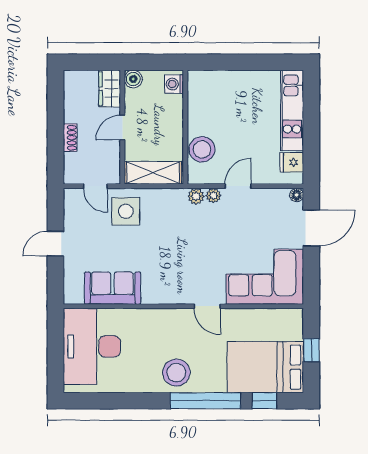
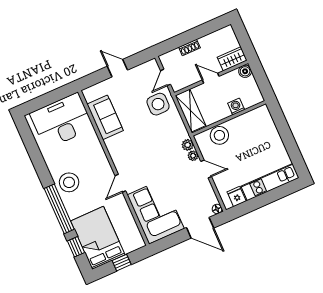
washing machine: (174, 84) -> (236, 107), moved

